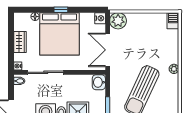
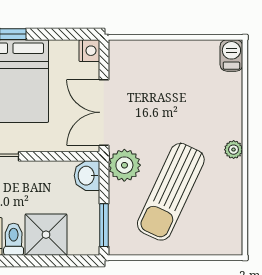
plant: (118, 21) -> (124, 165), moved

